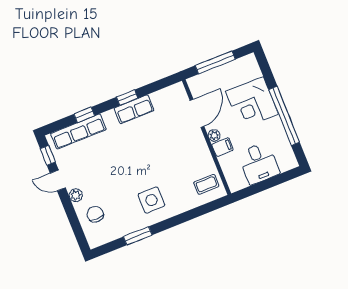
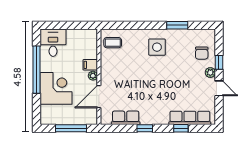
row of seats: (134, 109) -> (126, 118), moved
window: (48, 155) -> (219, 62), moved
desk: (259, 163) -> (53, 43), moved

